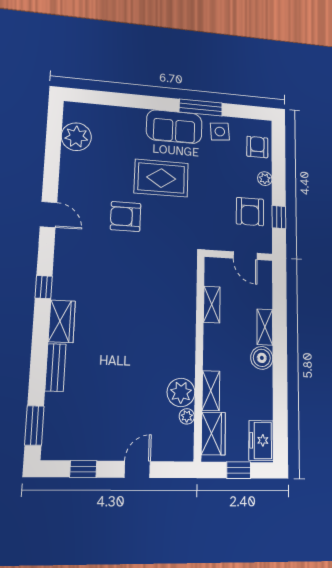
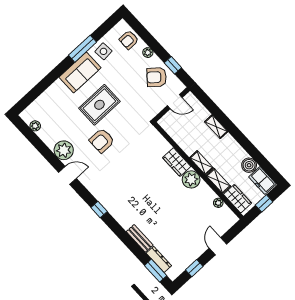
plant: (76, 137) -> (35, 126), width x0.53, depth x0.53
armchair: (257, 147) -> (129, 40), turned -90
plant: (73, 185) -> (64, 150), added
armchair: (250, 212) -> (157, 77), turned 130
shelving: (212, 304) -> (201, 163), moved
wardrobe: (62, 321) -> (177, 162), moved, turned 180
boiler: (262, 358) -> (249, 165), moved
plant: (181, 392) -> (191, 179), moved
dresser: (52, 416) -> (159, 259), added

